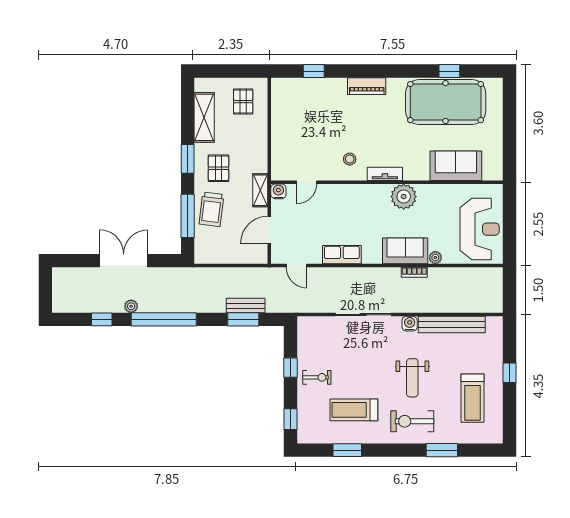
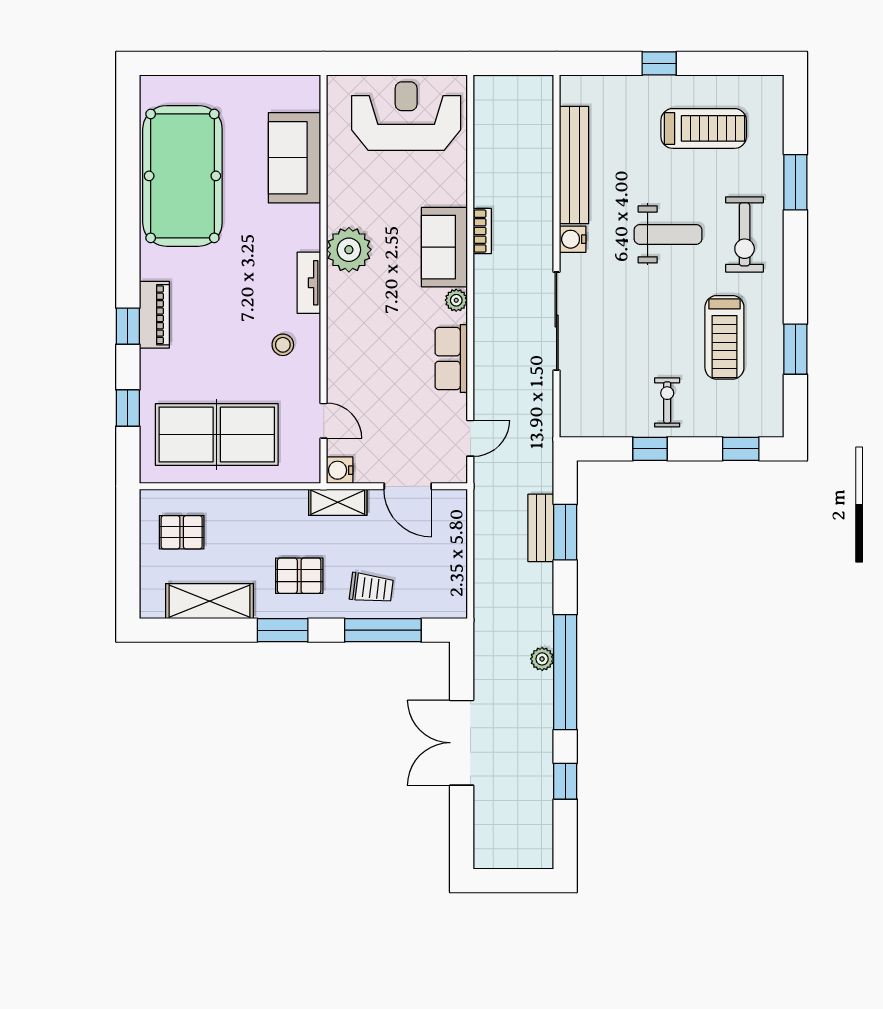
window: (449, 71) -> (128, 326), moved
table tennis table: (299, 122) -> (217, 434), added
trolley: (211, 209) -> (371, 588), width x0.73, depth x0.72
plant: (435, 258) -> (456, 300), moved
plant: (131, 306) -> (542, 659), moved

